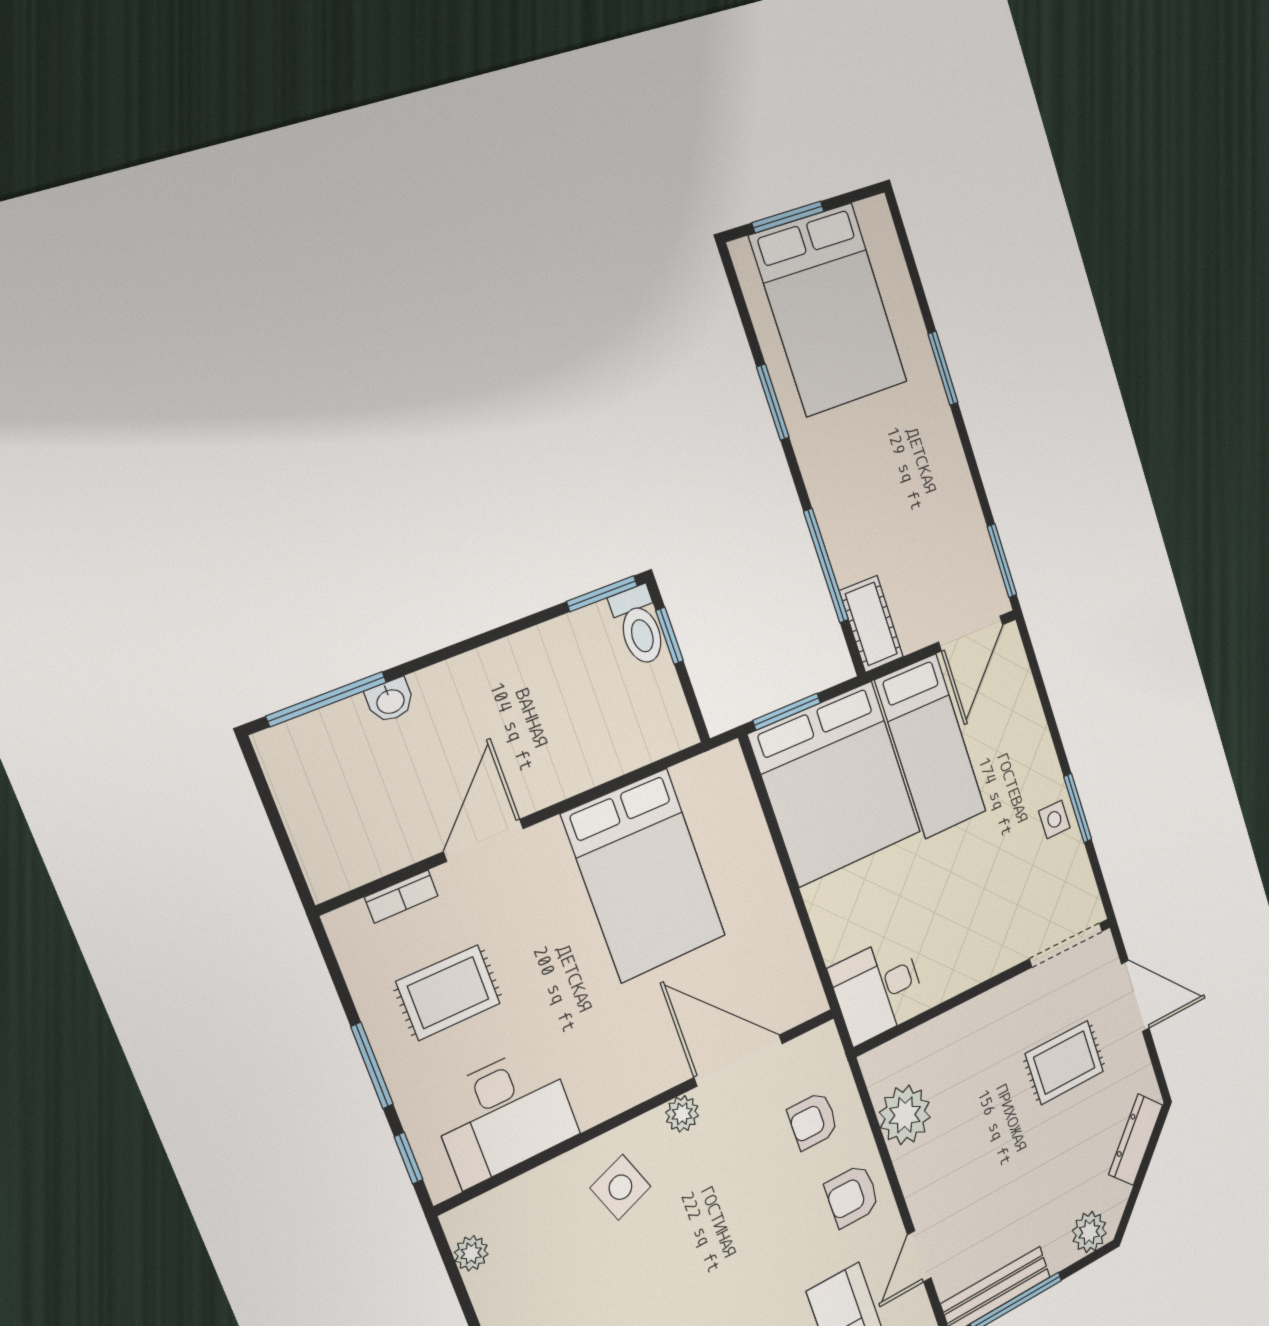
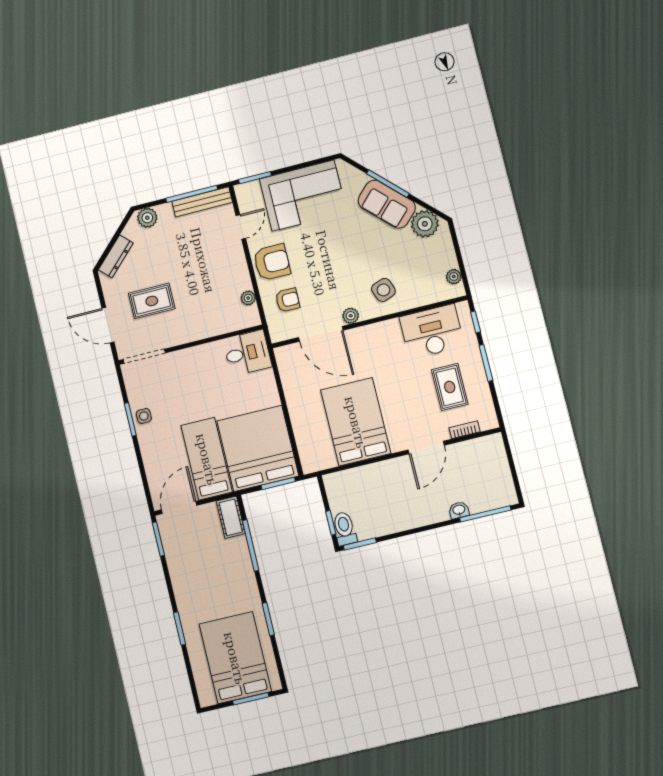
rug: (448, 993) -> (450, 387), turned 90
plant: (905, 1115) -> (248, 298), width x0.53, depth x0.53
armchair: (852, 1196) -> (272, 262), width x1.38, depth x1.38

